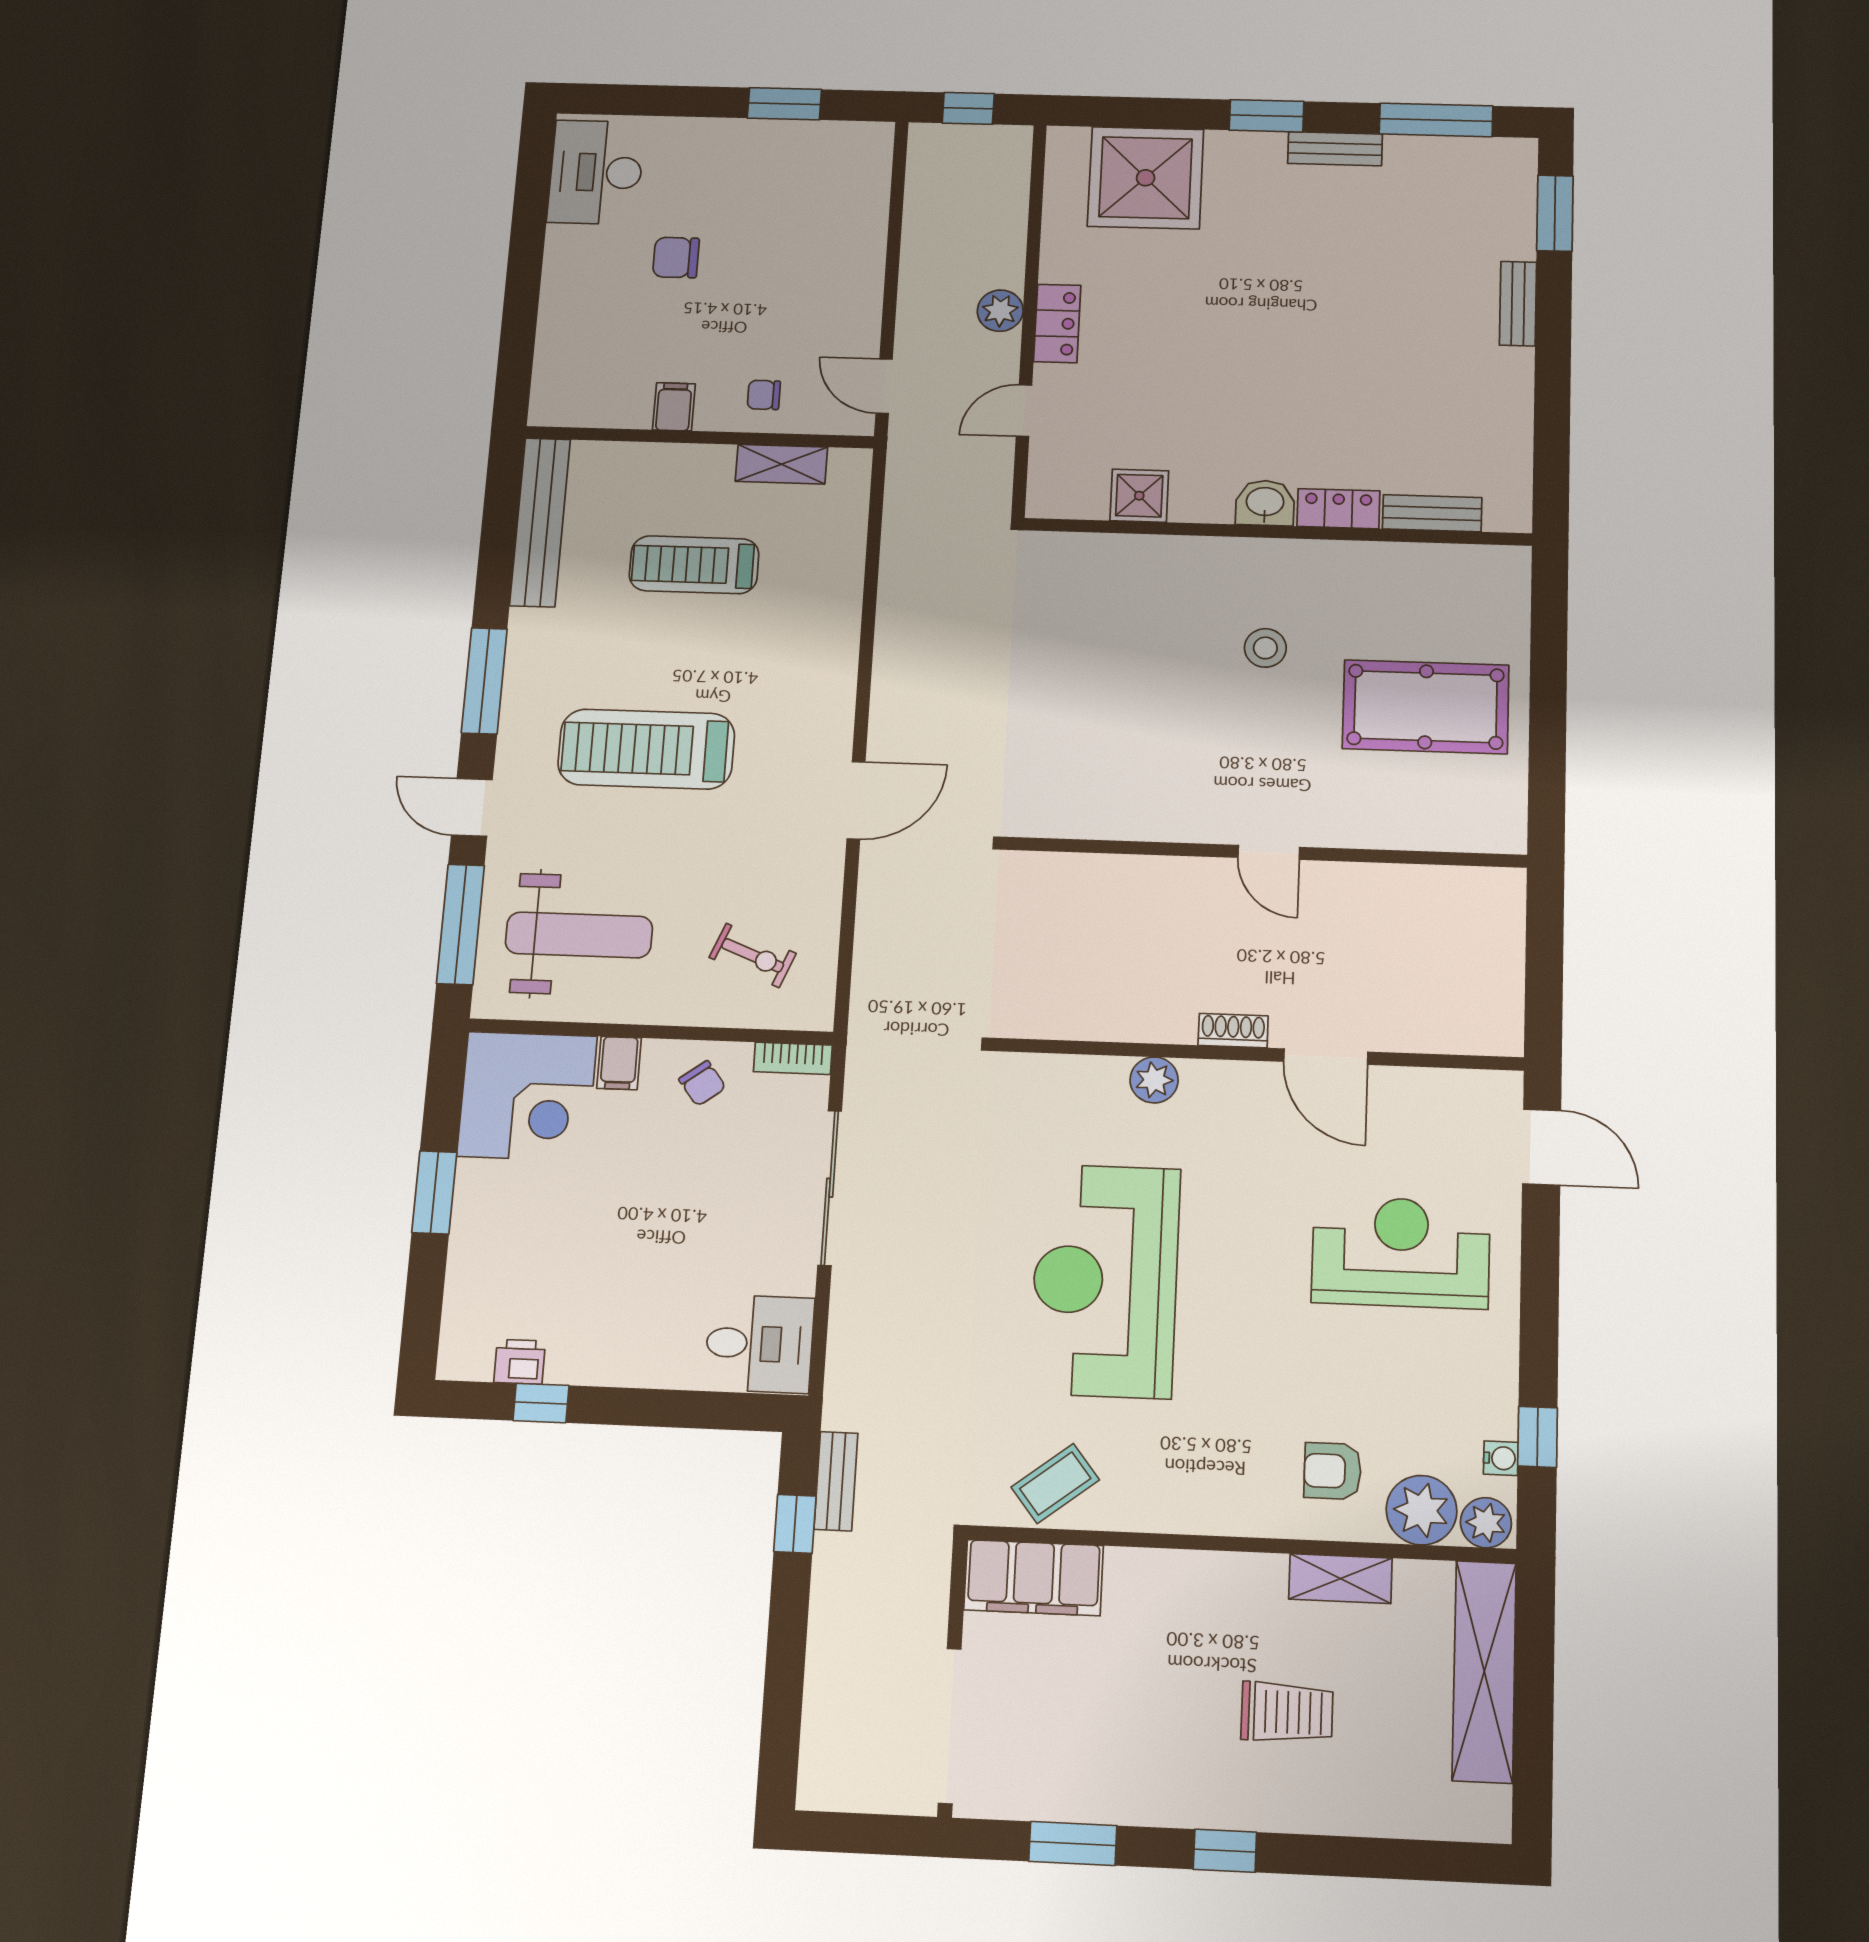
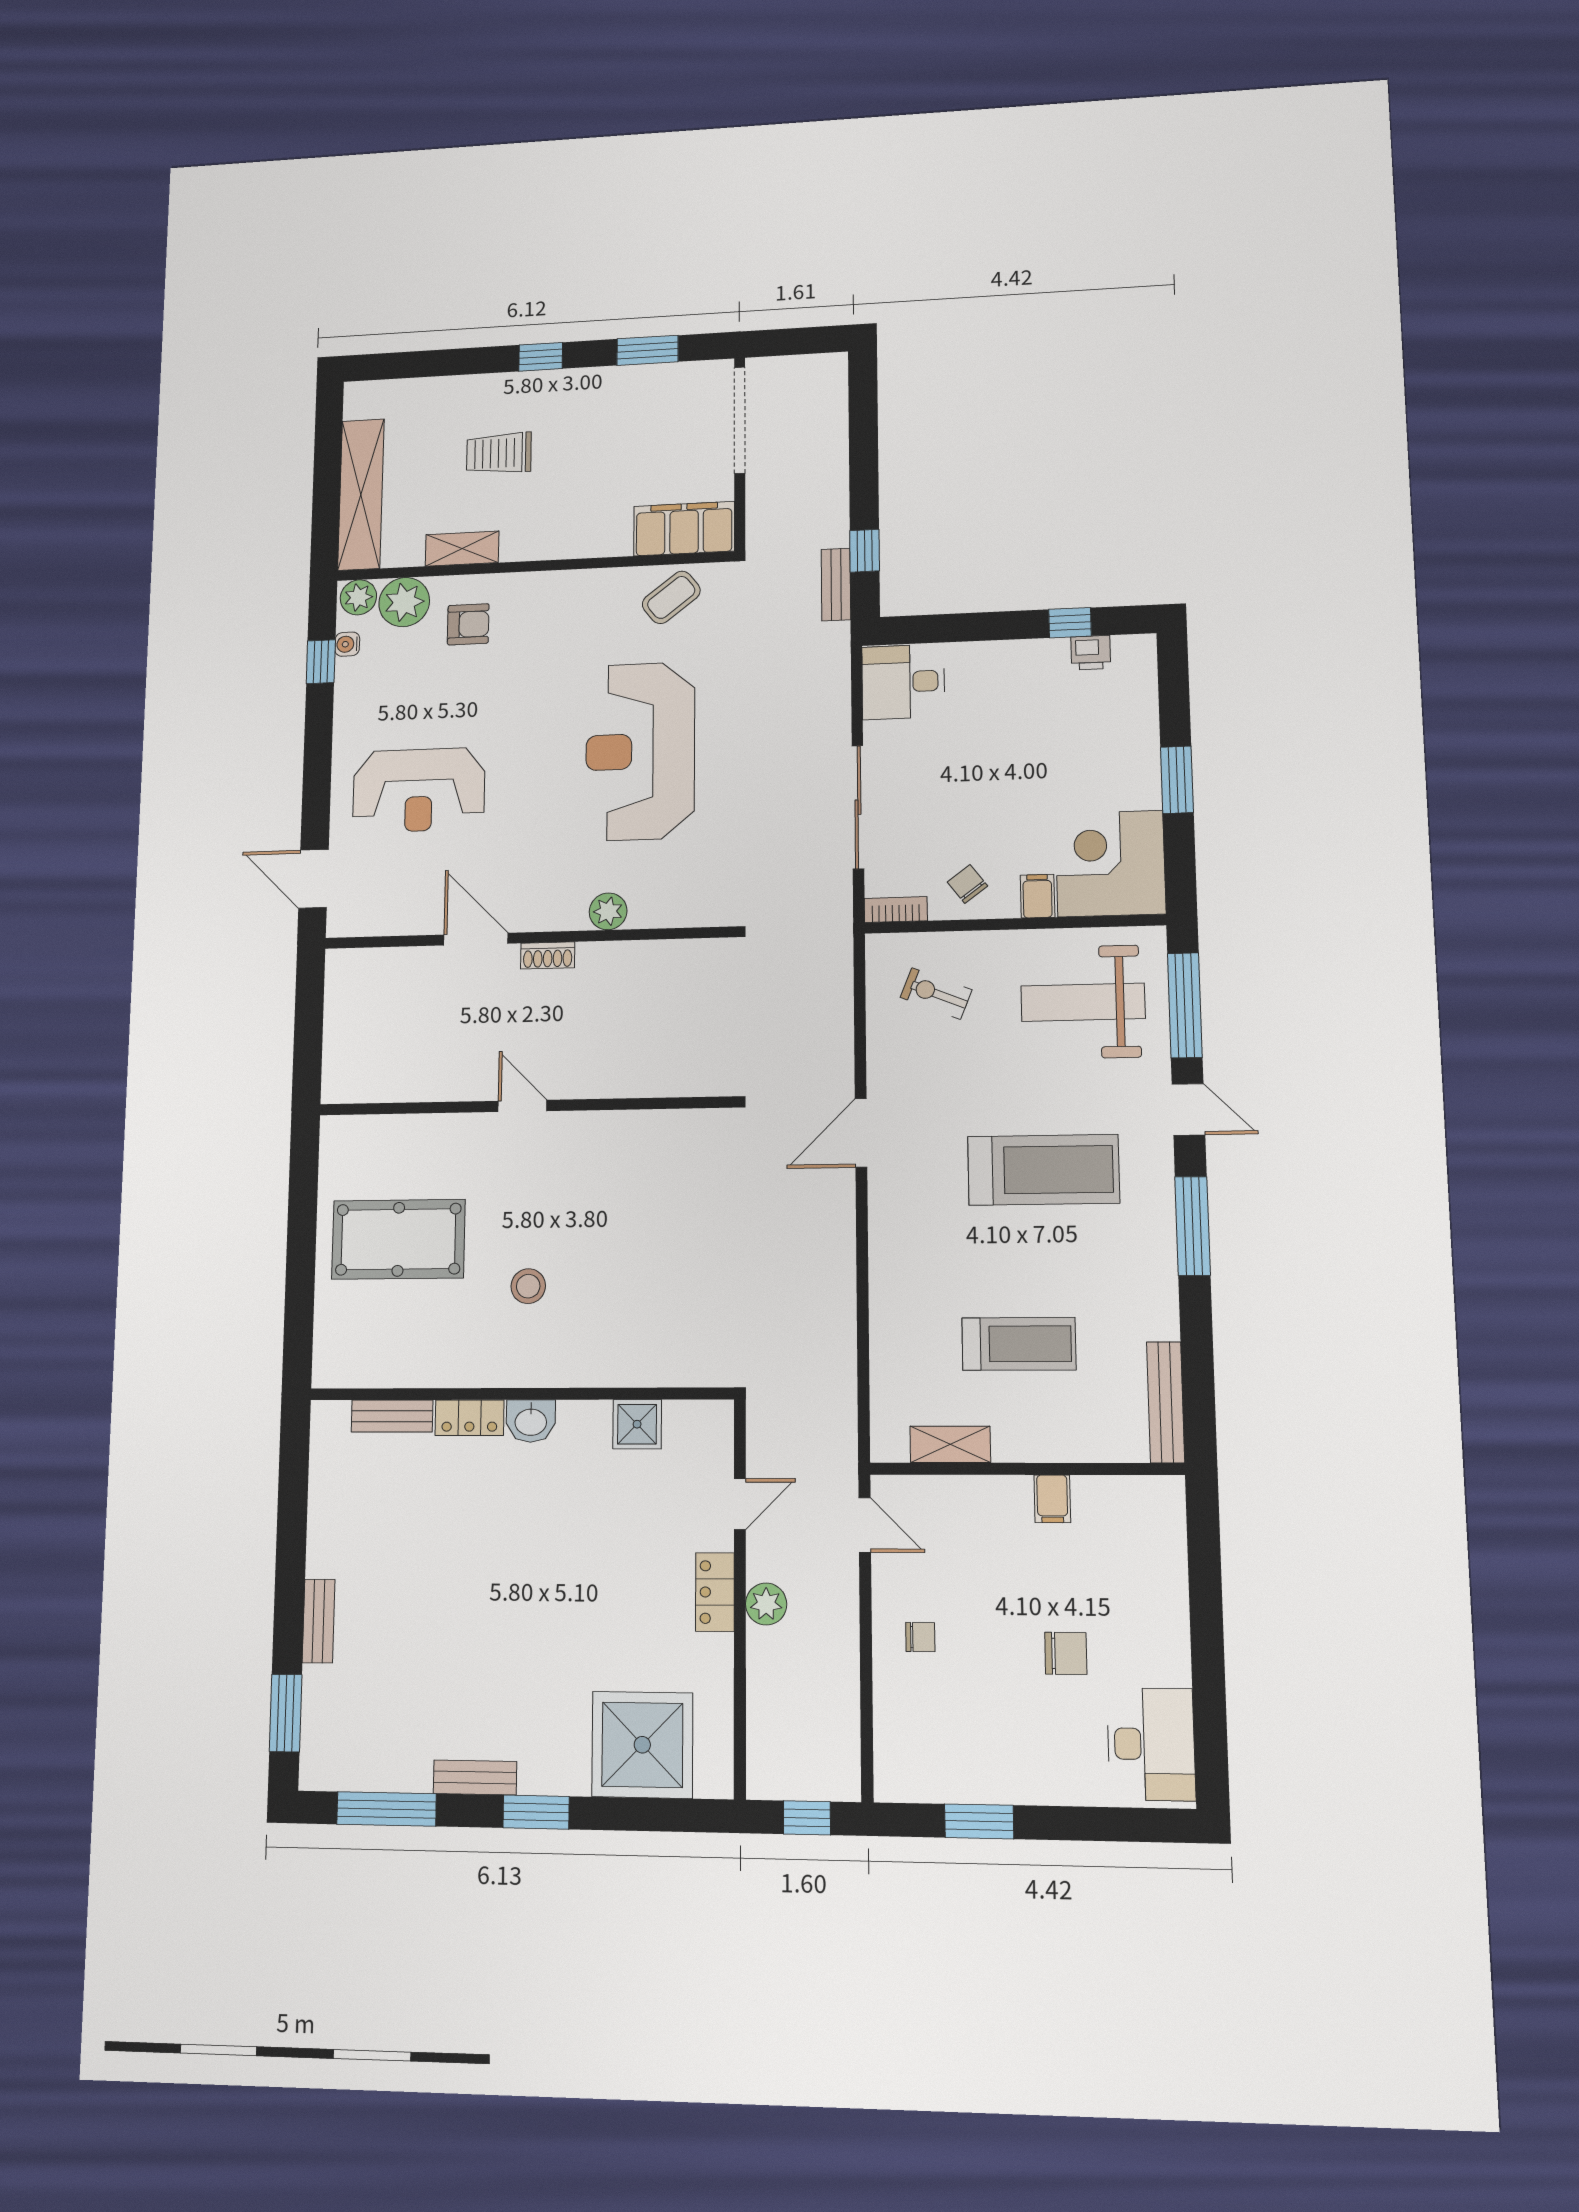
chair: (764, 395) -> (920, 1637), moved
bench: (540, 522) -> (1166, 1402), width x0.73, depth x0.82
reception desk: (1105, 1281) -> (640, 751), turned 180

